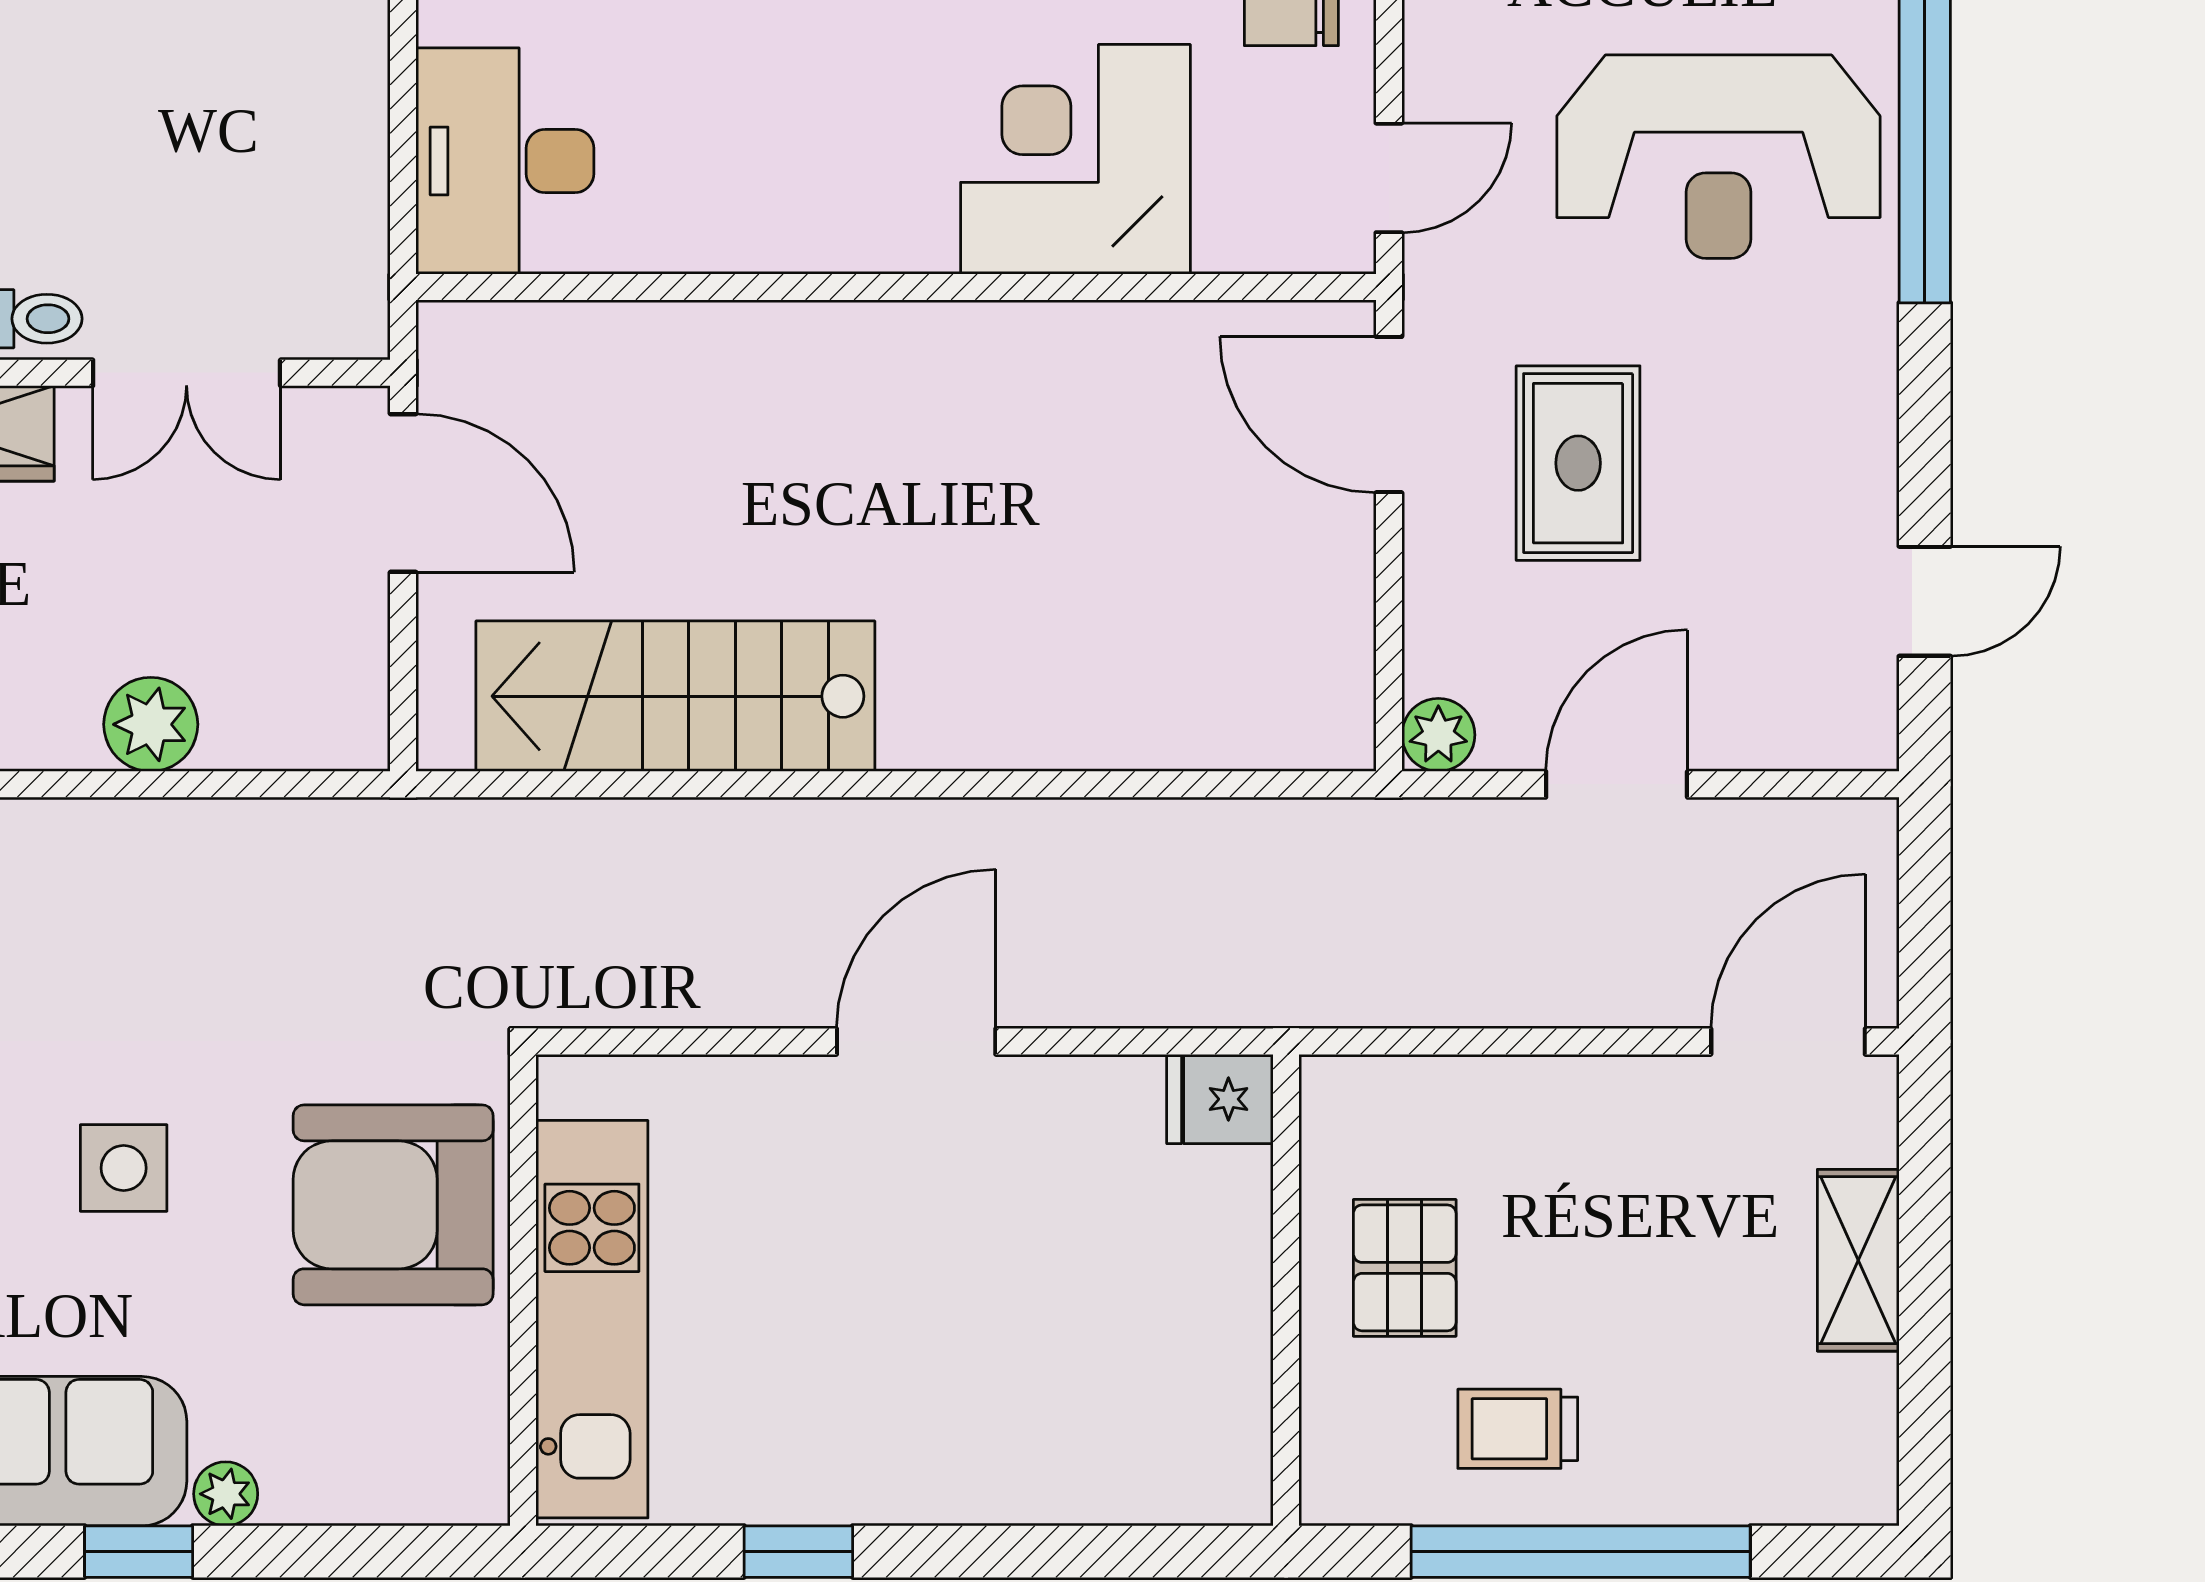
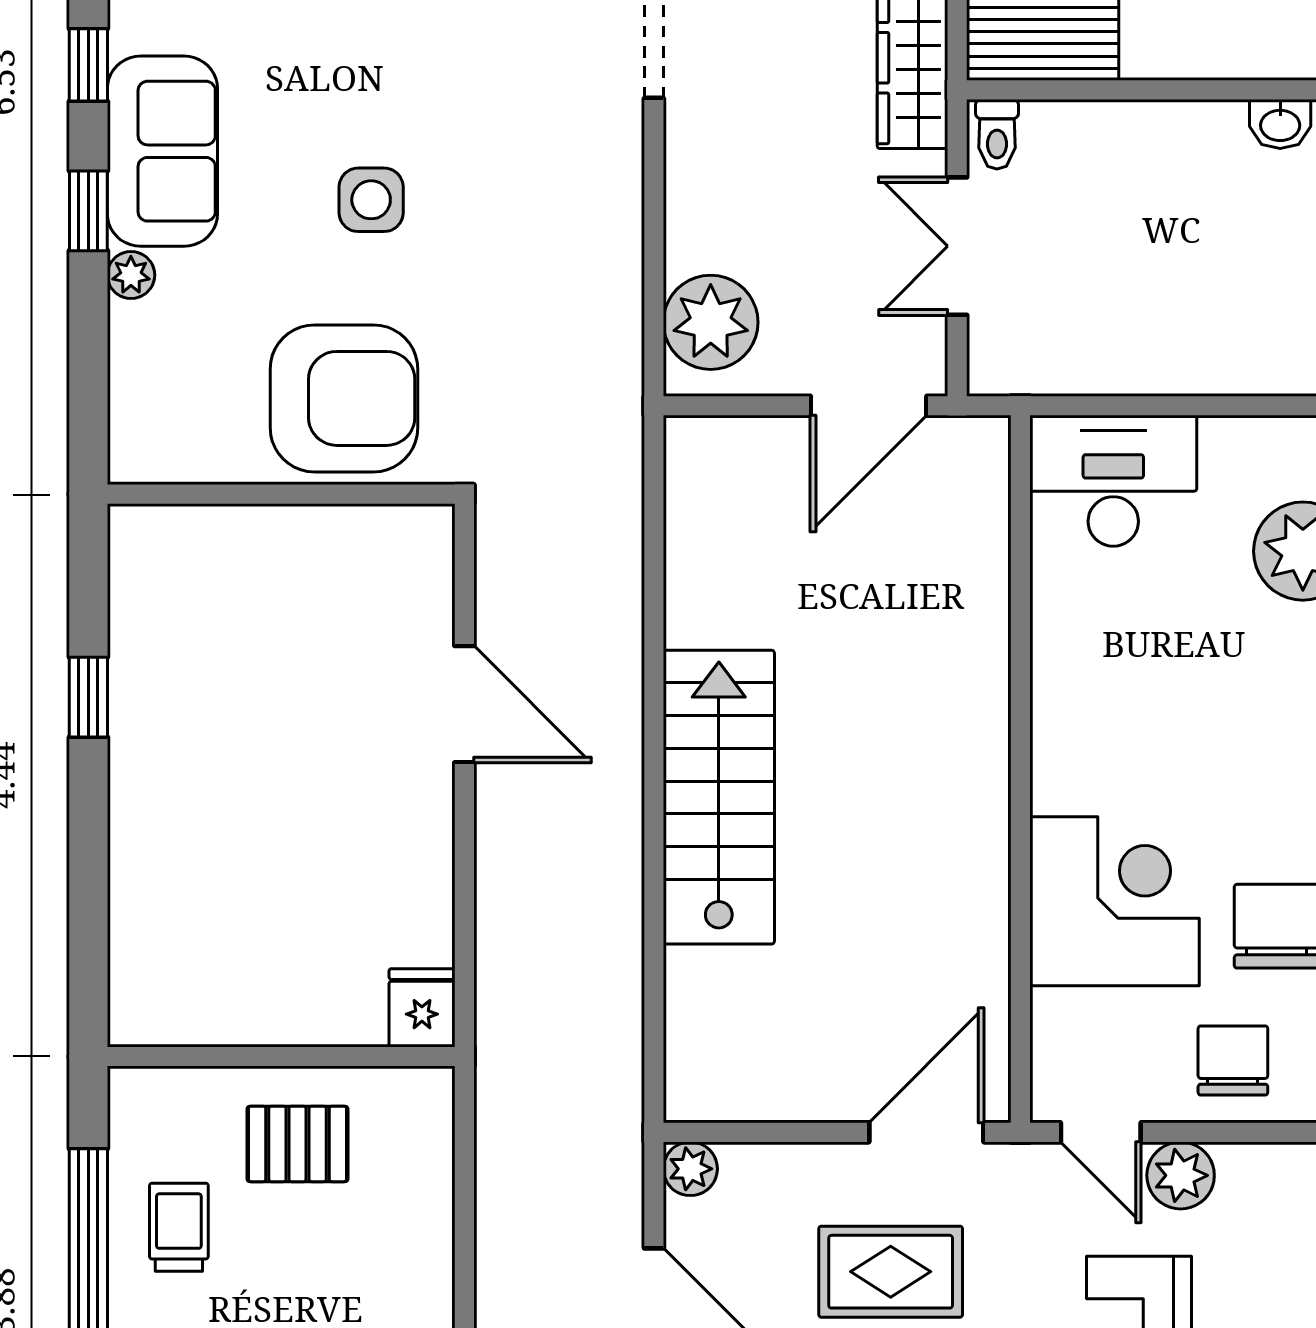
plant: (1447, 70) -> (1181, 1175), added
stairs: (675, 696) -> (719, 797), moved
plant: (151, 724) -> (711, 322), moved, width x1.36, depth x1.36
door: (916, 1041) -> (464, 704), moved
armchair: (393, 1205) -> (344, 398), turned 90
kitchen unit: (592, 1319) -> (260, 545), removed

